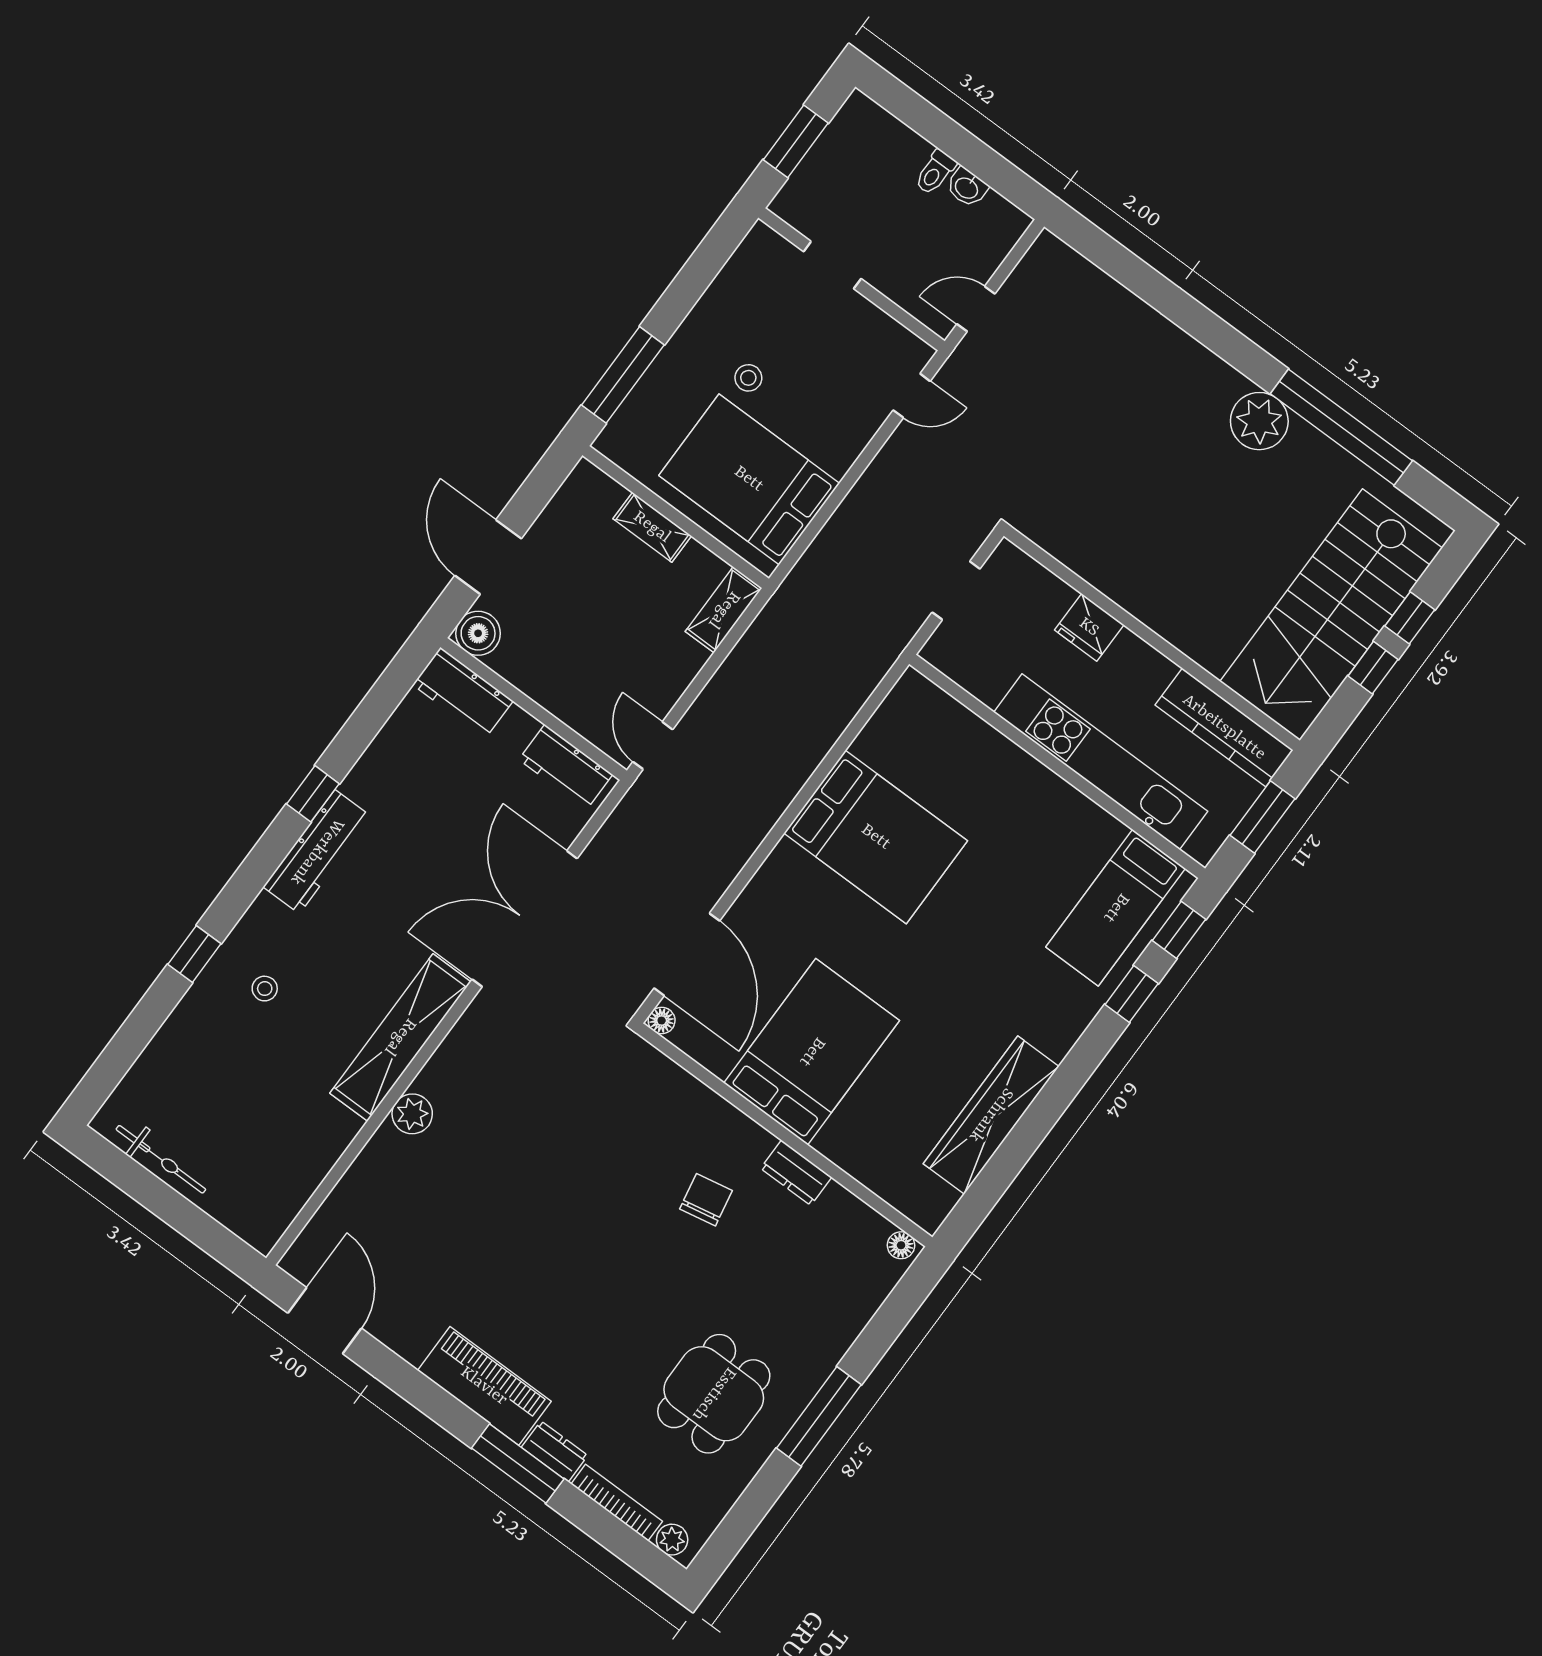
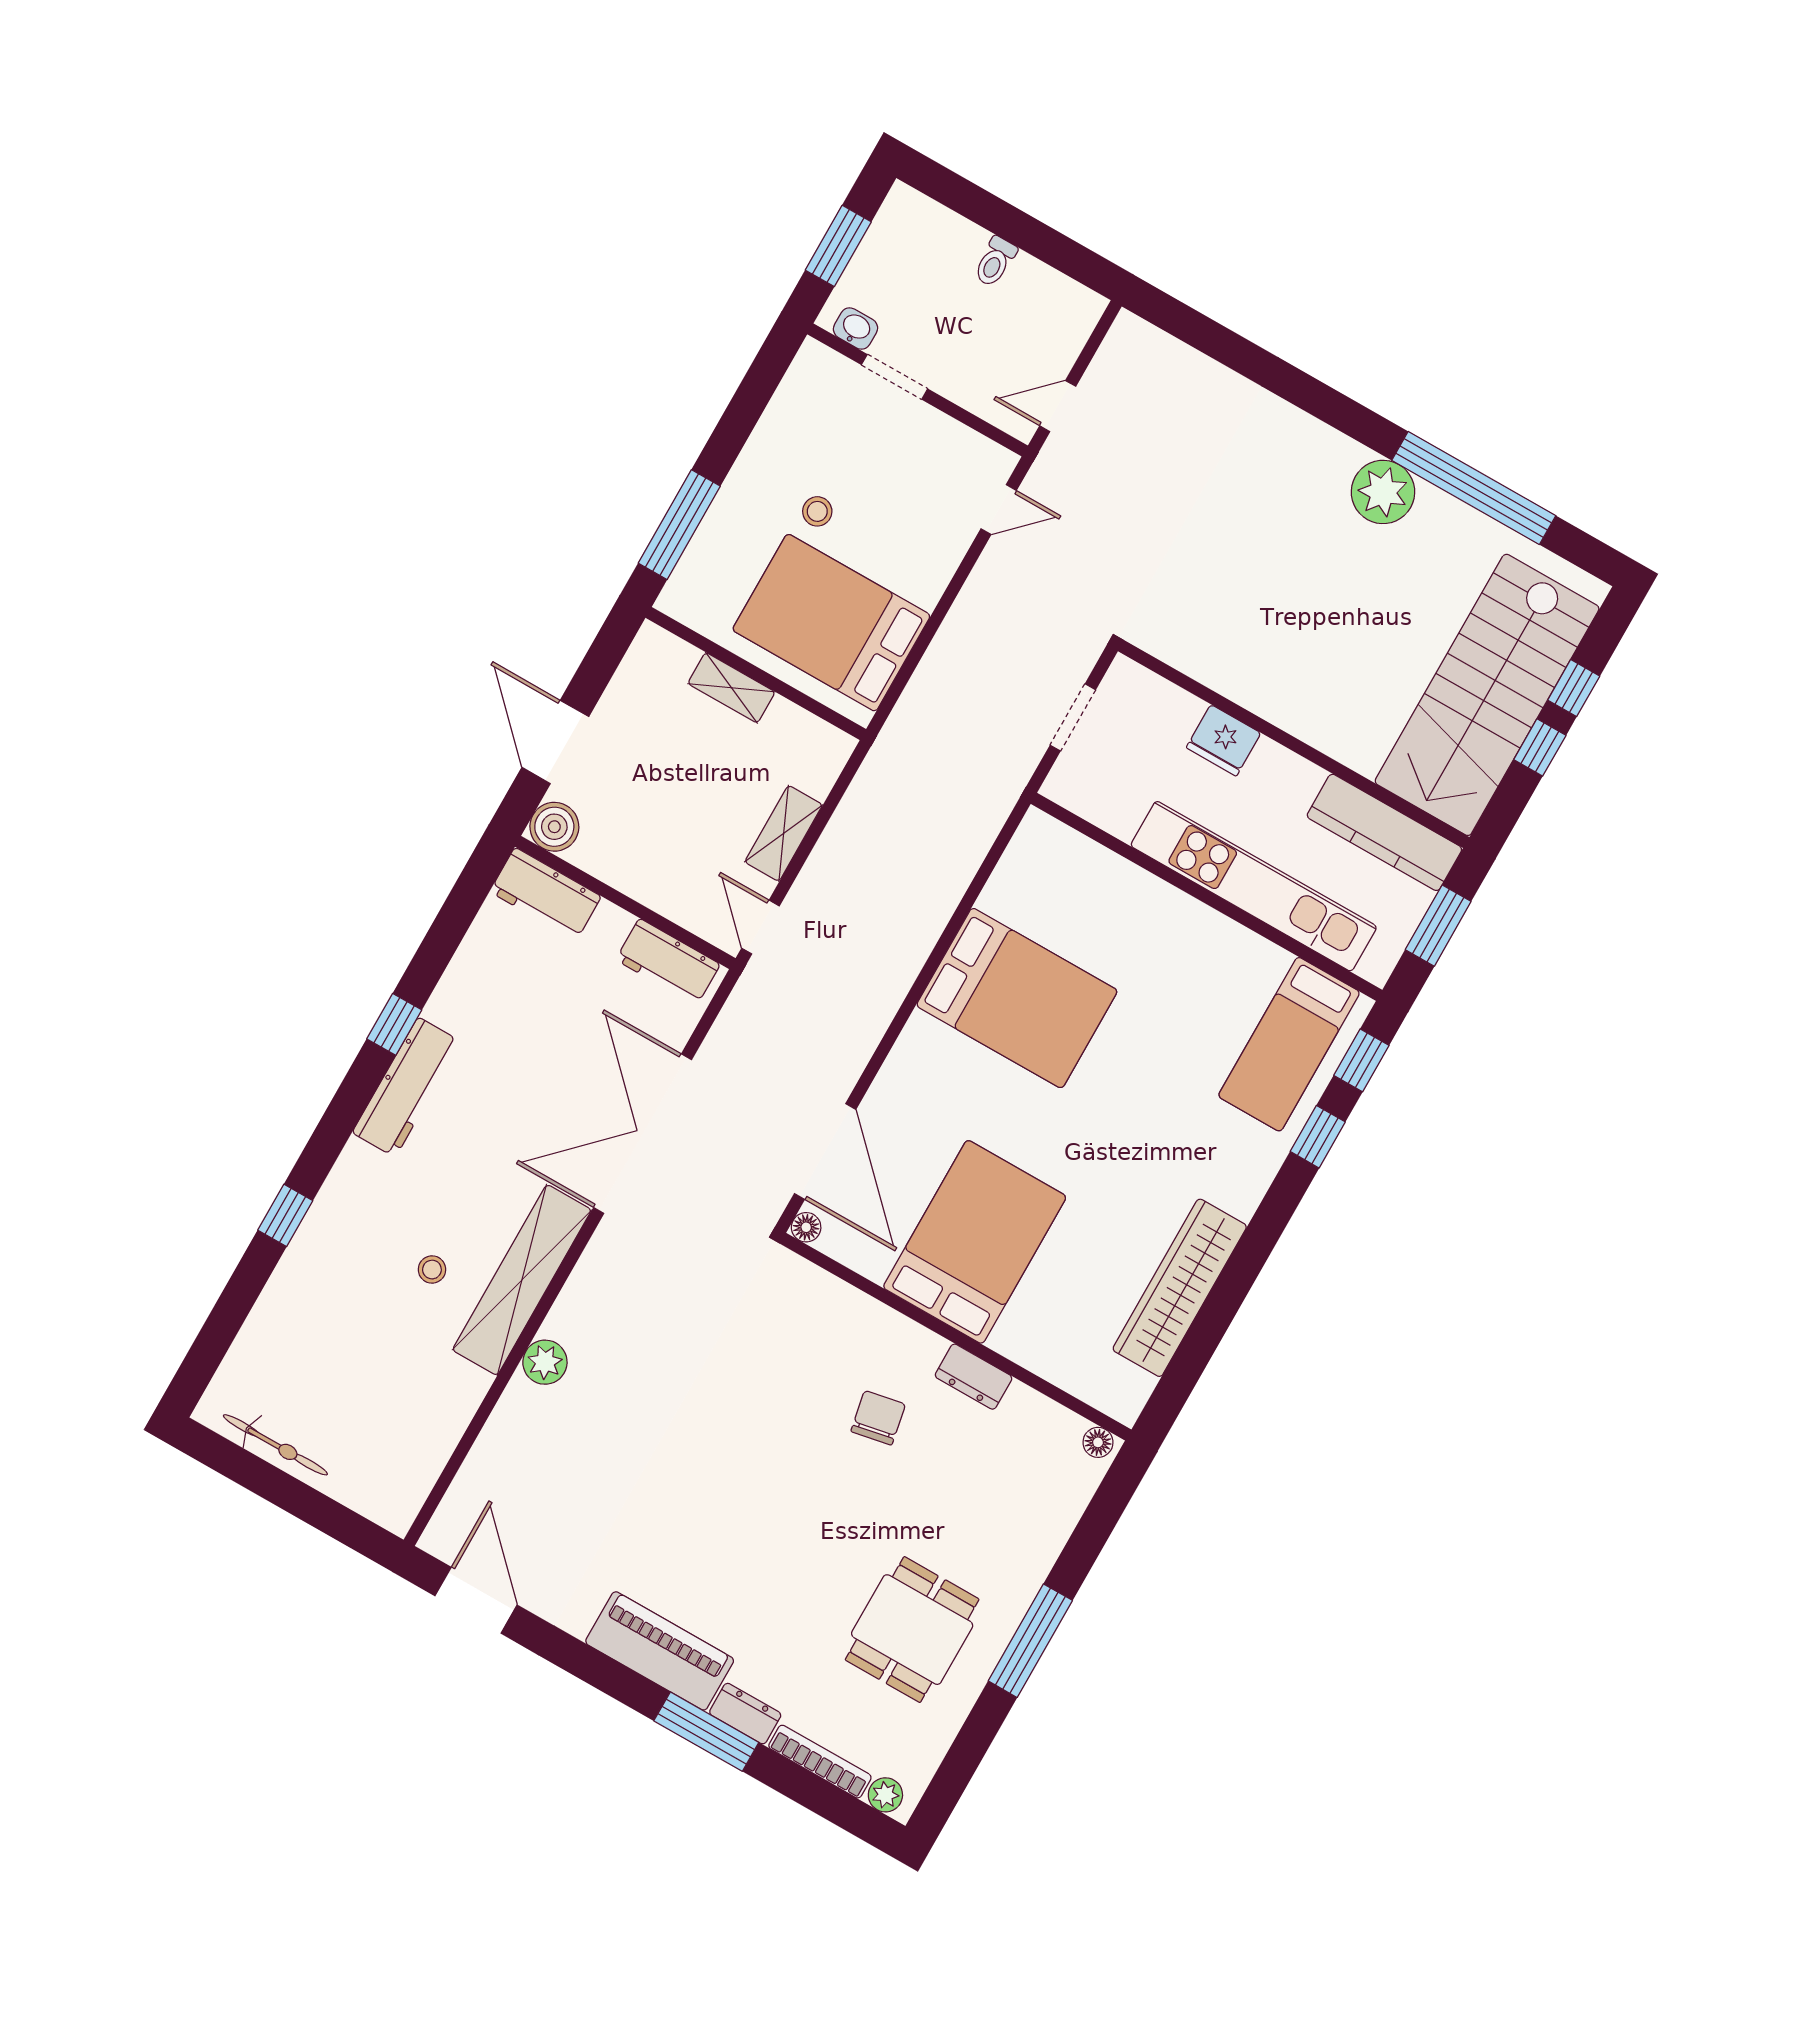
washbasin: (967, 187) -> (855, 329), moved, turned 180
shelving: (724, 610) -> (784, 833), moved
stool: (265, 989) -> (432, 1270), moved

